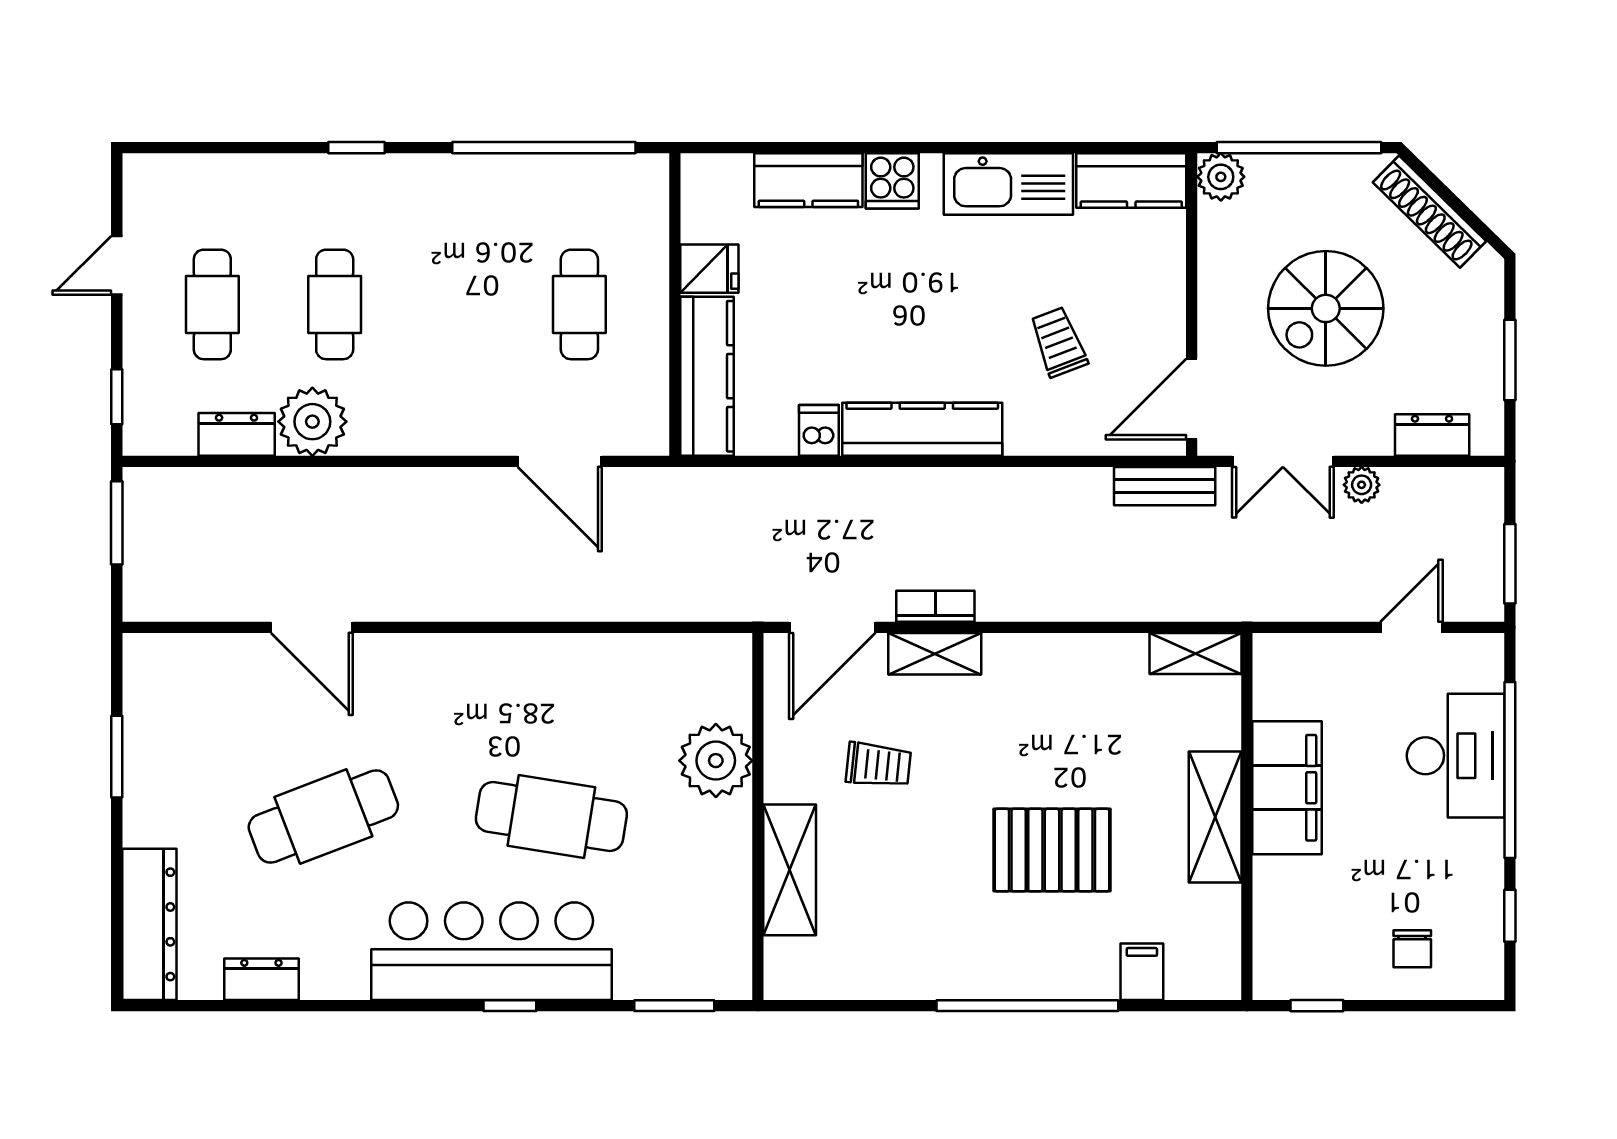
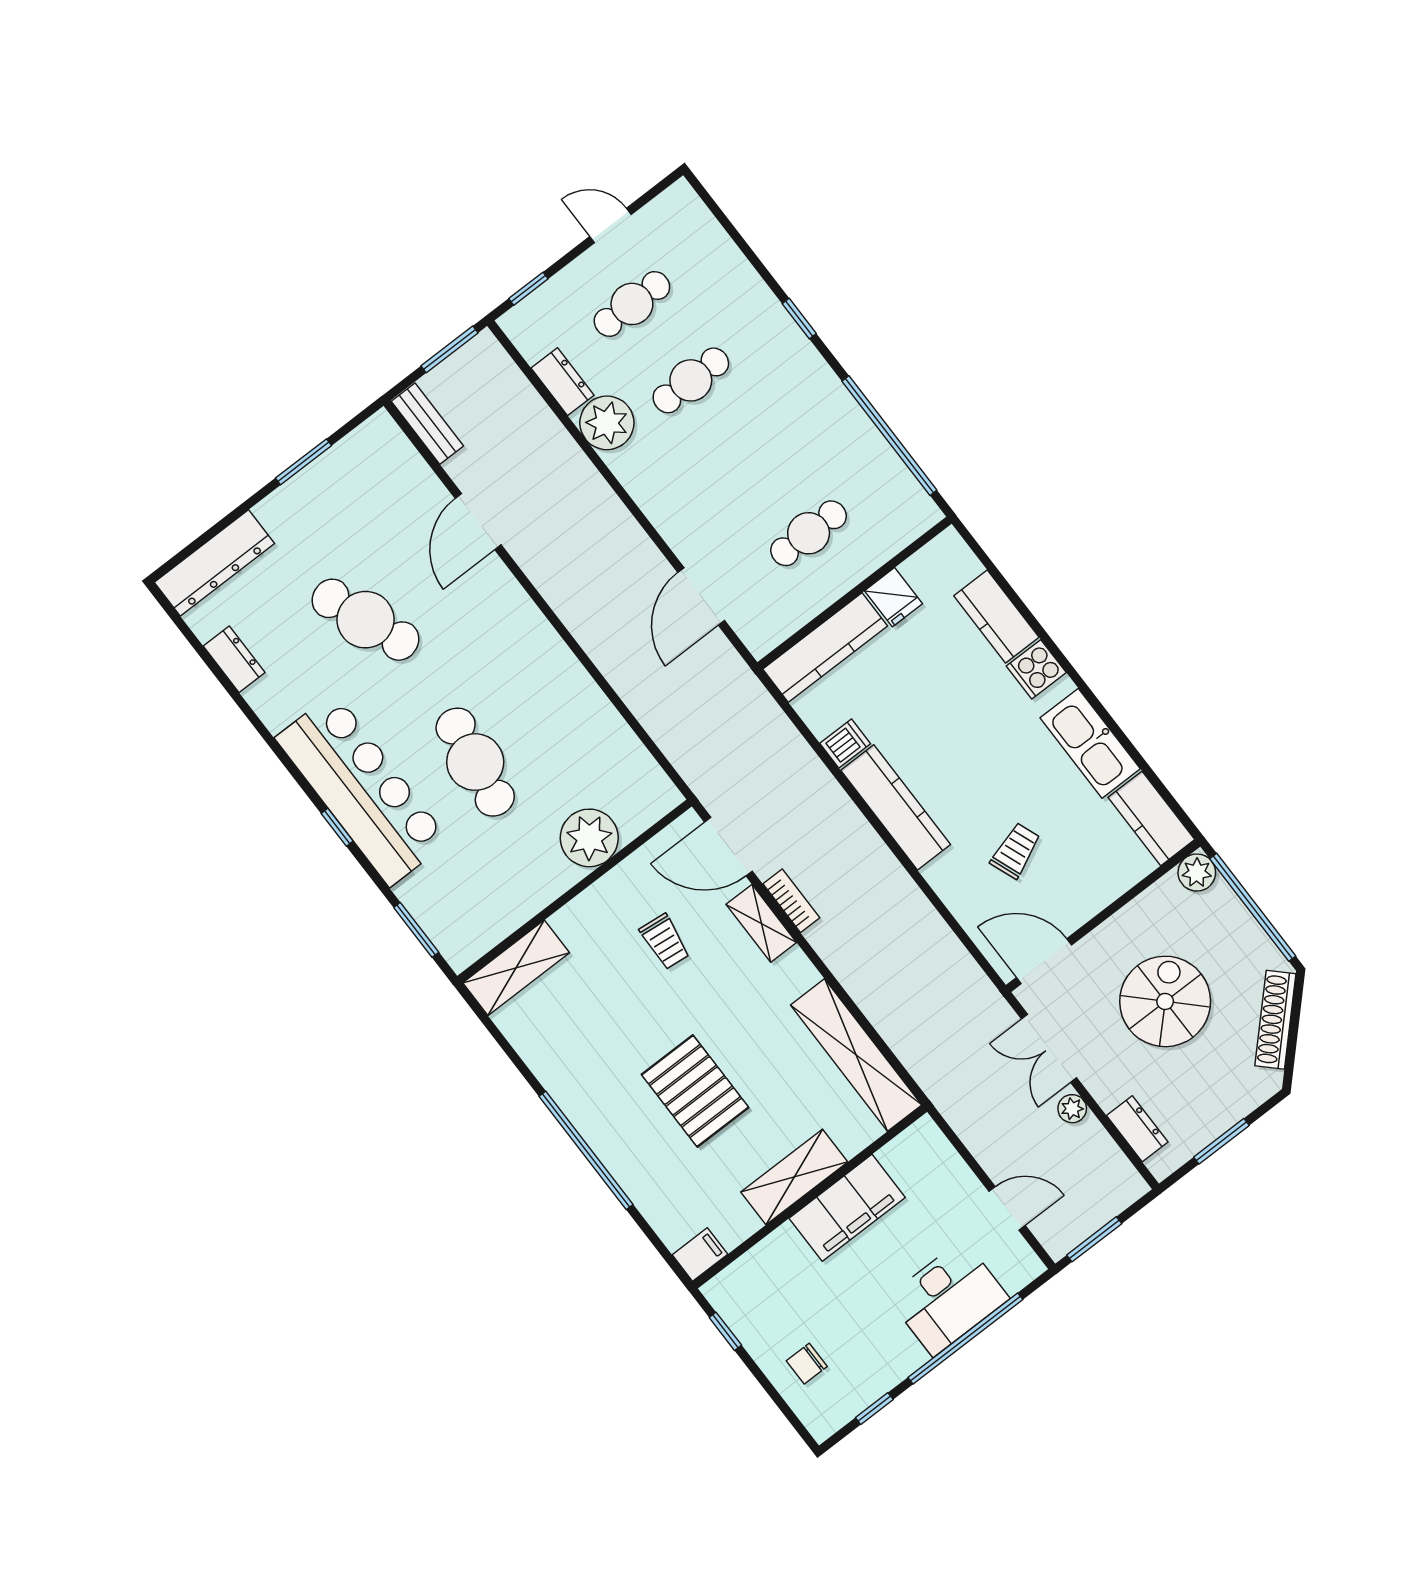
spiral stairs: (1326, 308) -> (1165, 1001), turned 90
bench: (1165, 486) -> (427, 424), moved
shelving: (1196, 654) -> (856, 1055), width x2.20, depth x1.33
shelving: (790, 870) -> (516, 968), moved
filing cabinet: (1142, 972) -> (700, 1255), moved

